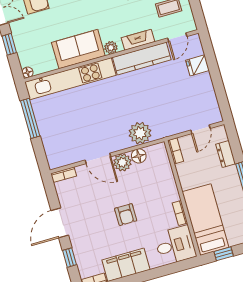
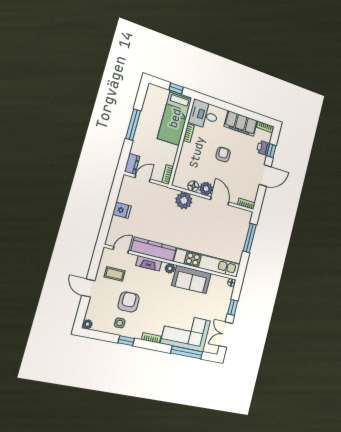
fridge: (197, 65) -> (122, 210), moved
window: (30, 118) -> (250, 238), moved
dresser: (226, 154) -> (132, 164), moved
printer: (82, 254) -> (263, 148), added

